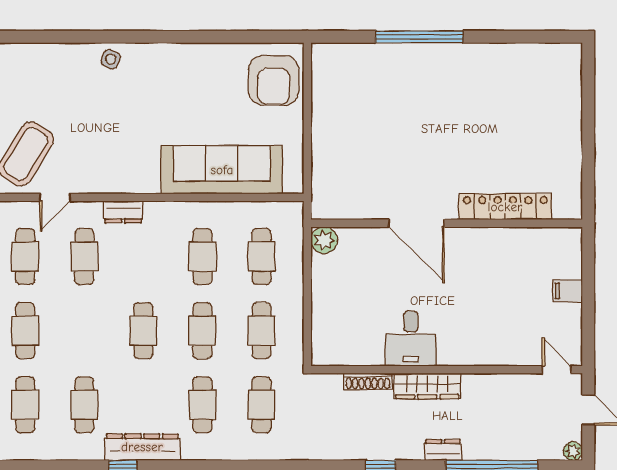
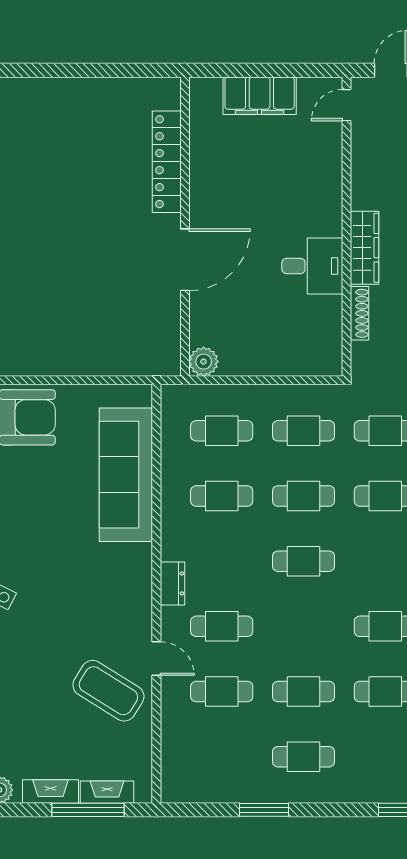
filing cabinet: (568, 291) -> (260, 96), width x3.00, depth x1.17

